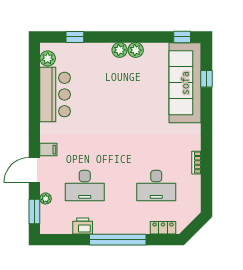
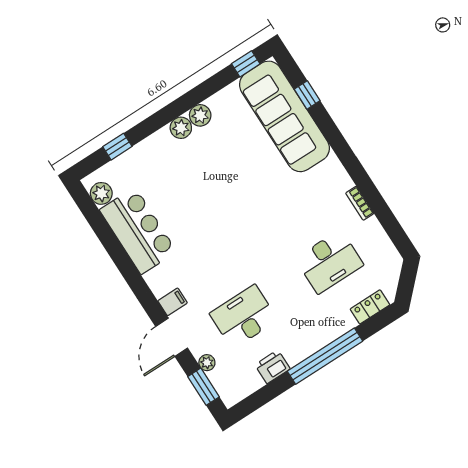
desk: (85, 185) -> (244, 317), turned 180

